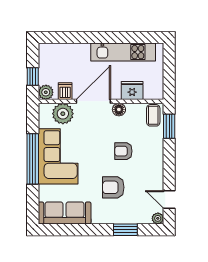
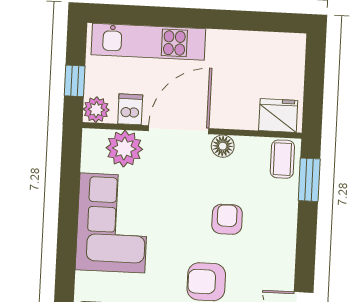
kitchen unit: (123, 52) -> (148, 42), moved
fridge: (132, 91) -> (278, 115), moved
armchair: (123, 151) -> (227, 219), turned 90
window: (33, 159) -> (68, 225), removed

